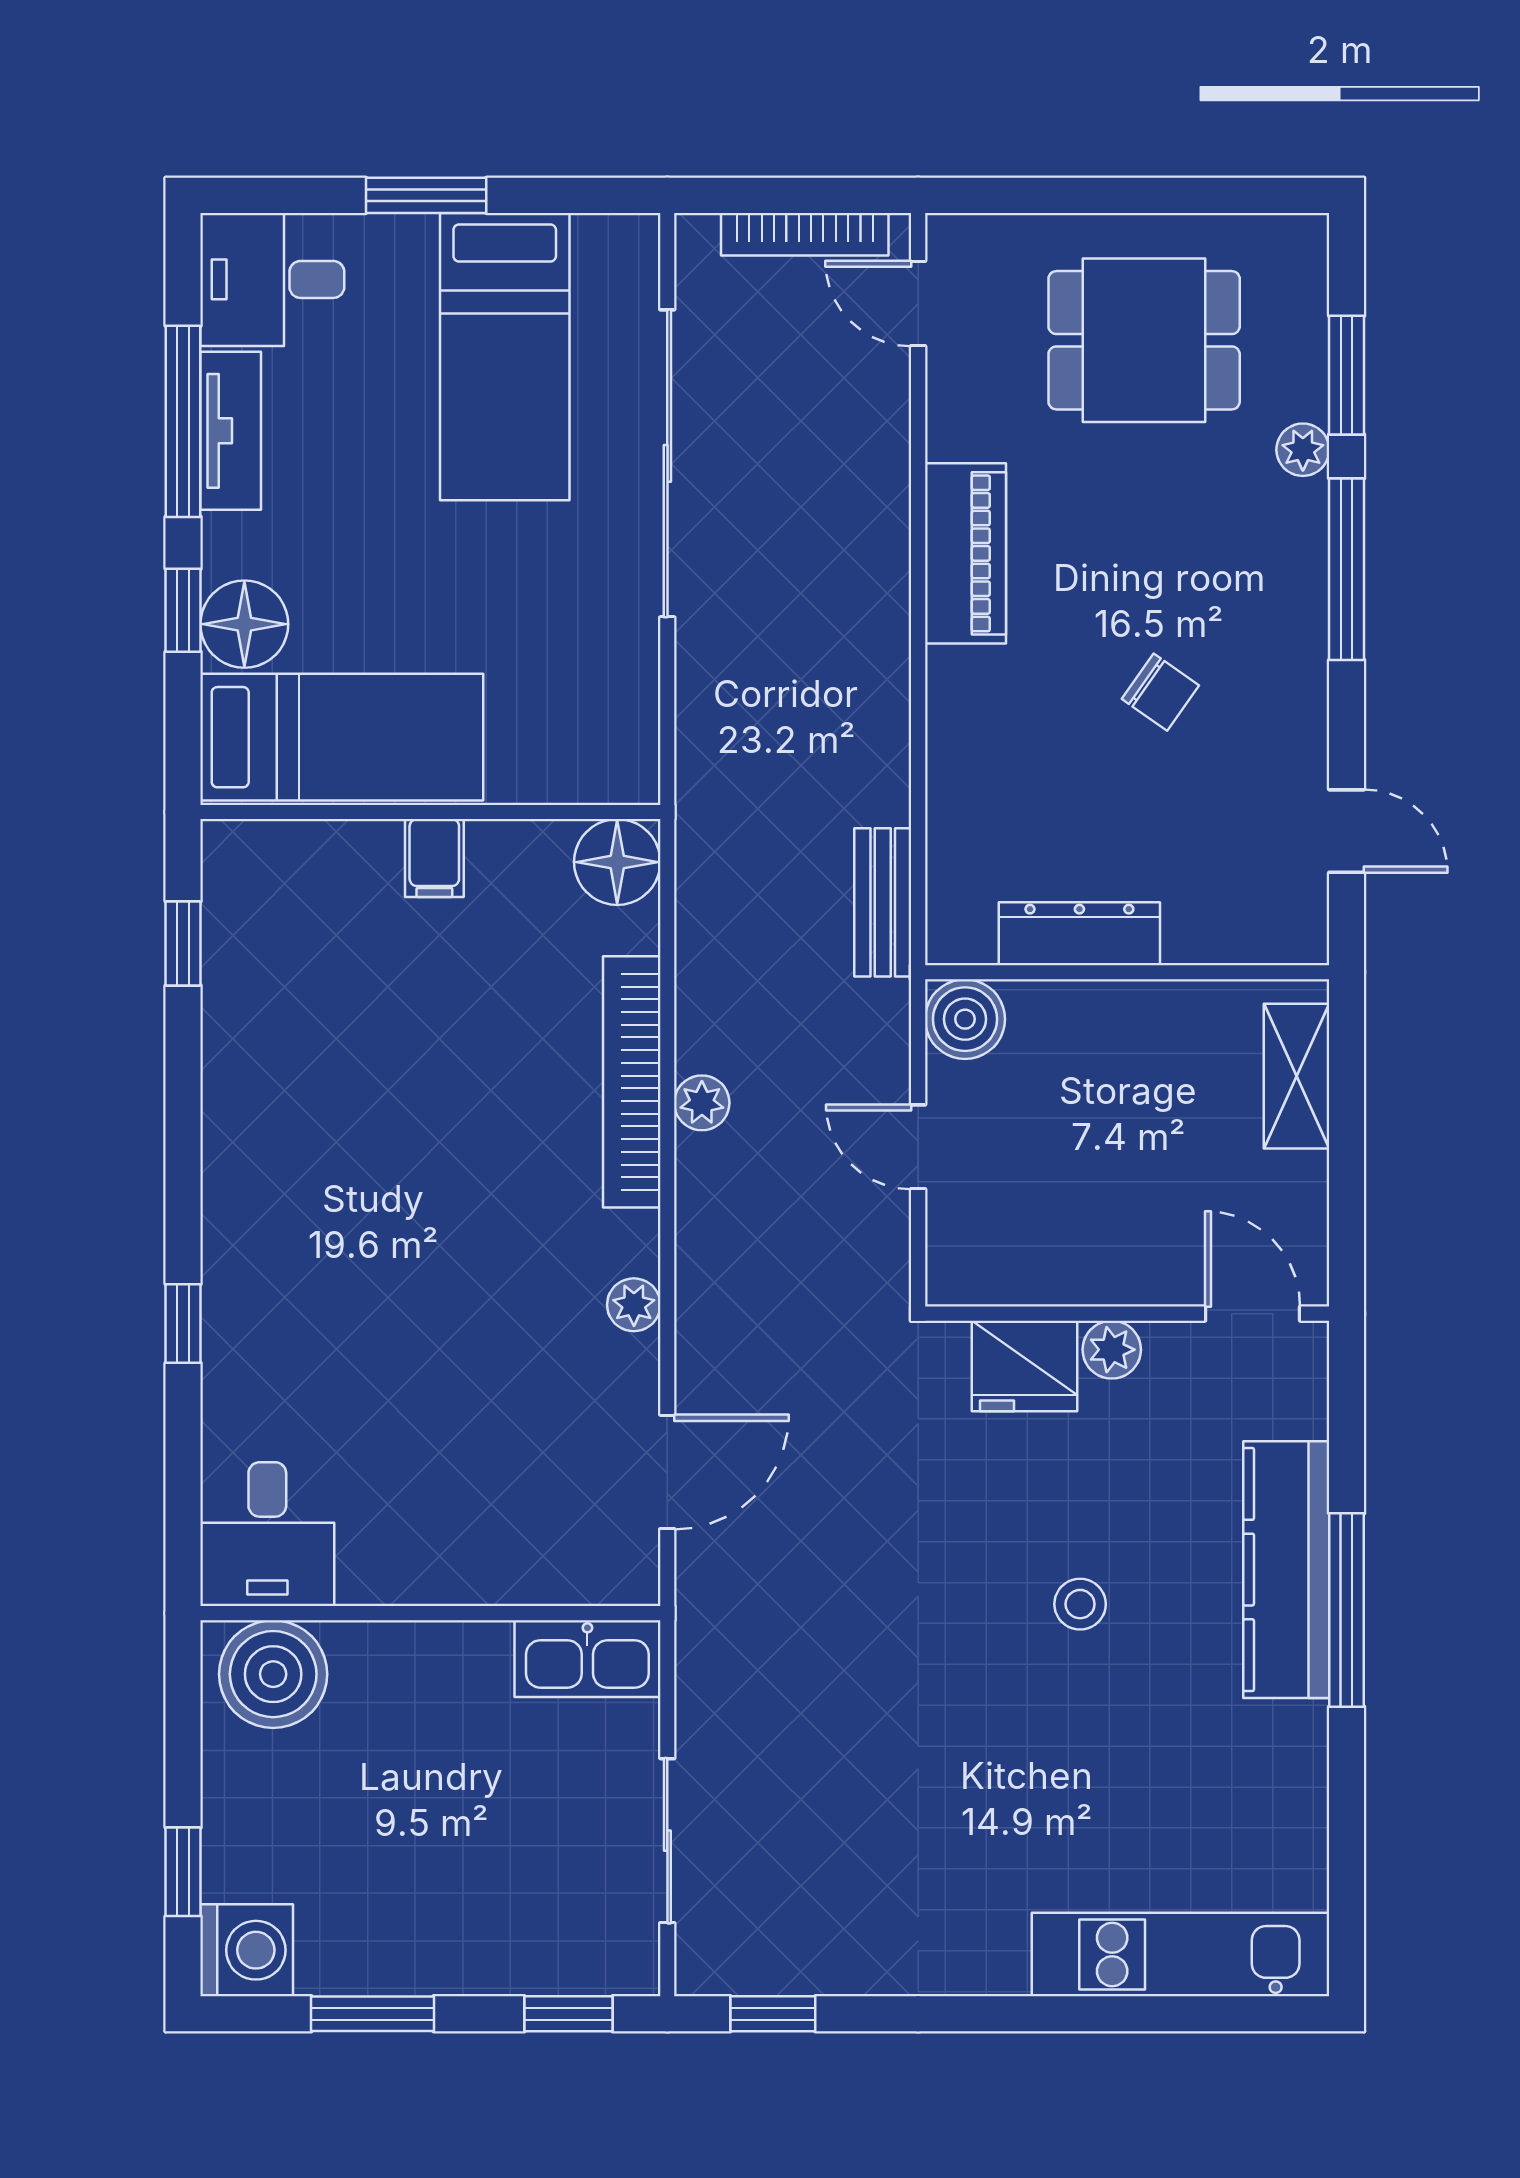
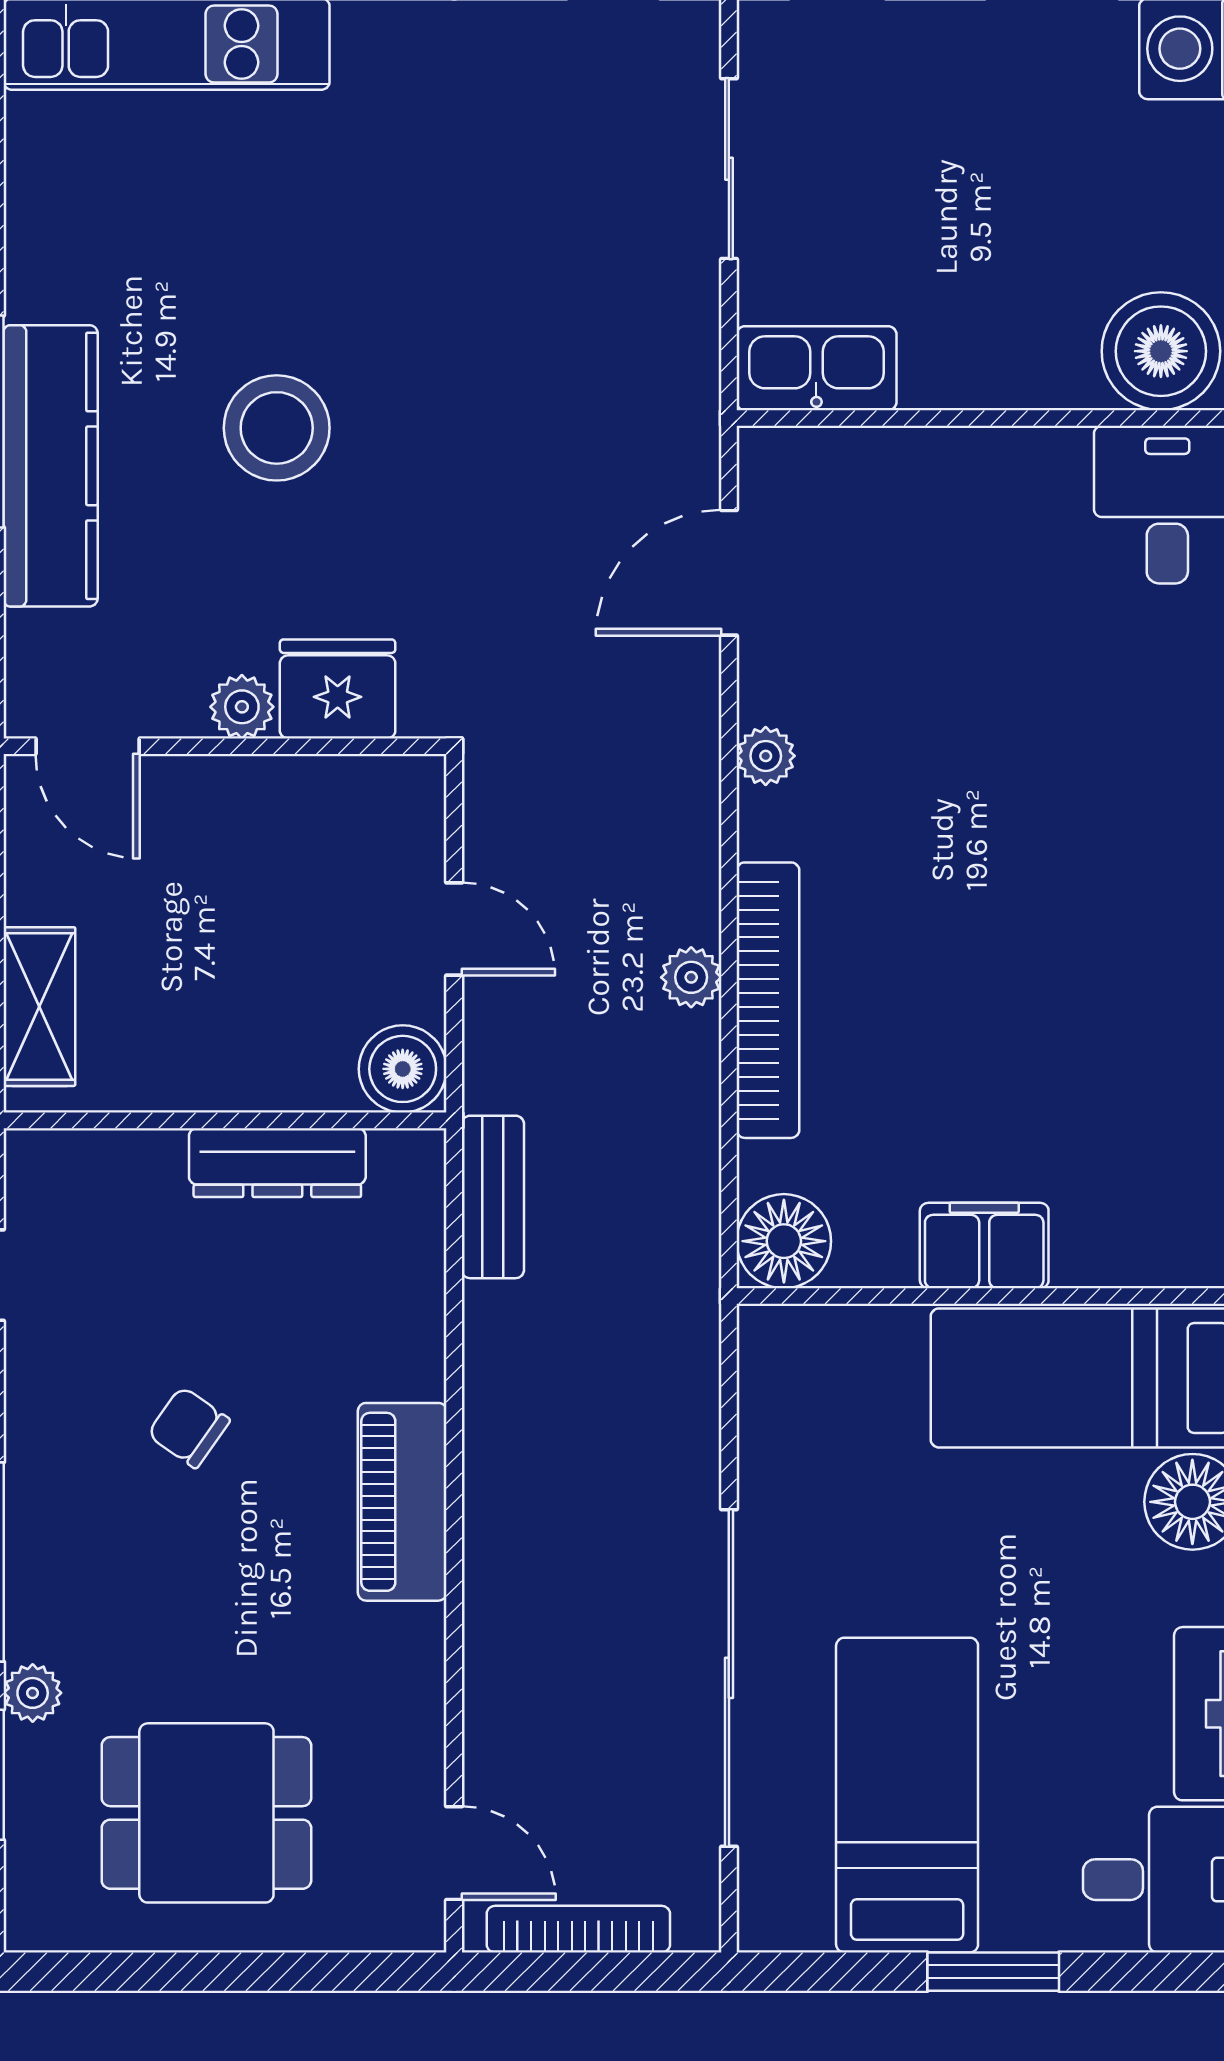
piano: (965, 553) -> (402, 1502), moved
filing cabinet: (434, 858) -> (984, 1245), width x2.00
stool: (1080, 1604) -> (277, 428), width x1.89, depth x1.89

